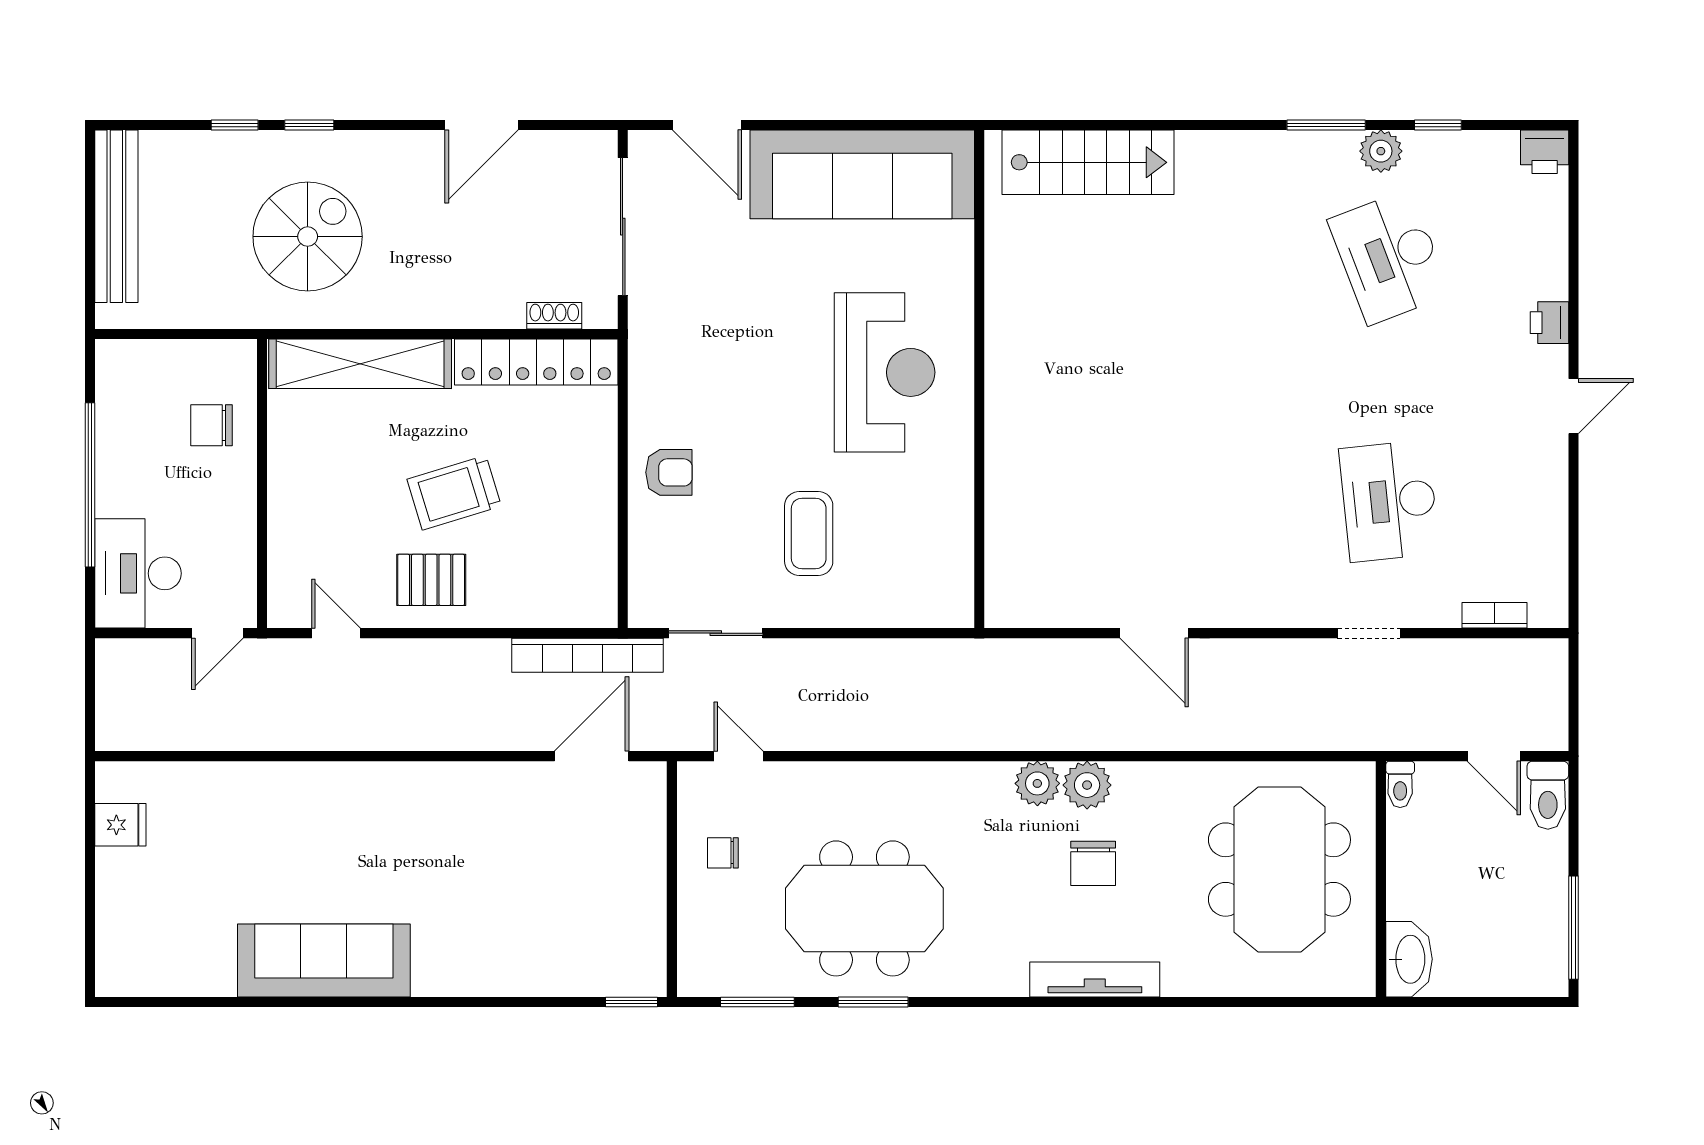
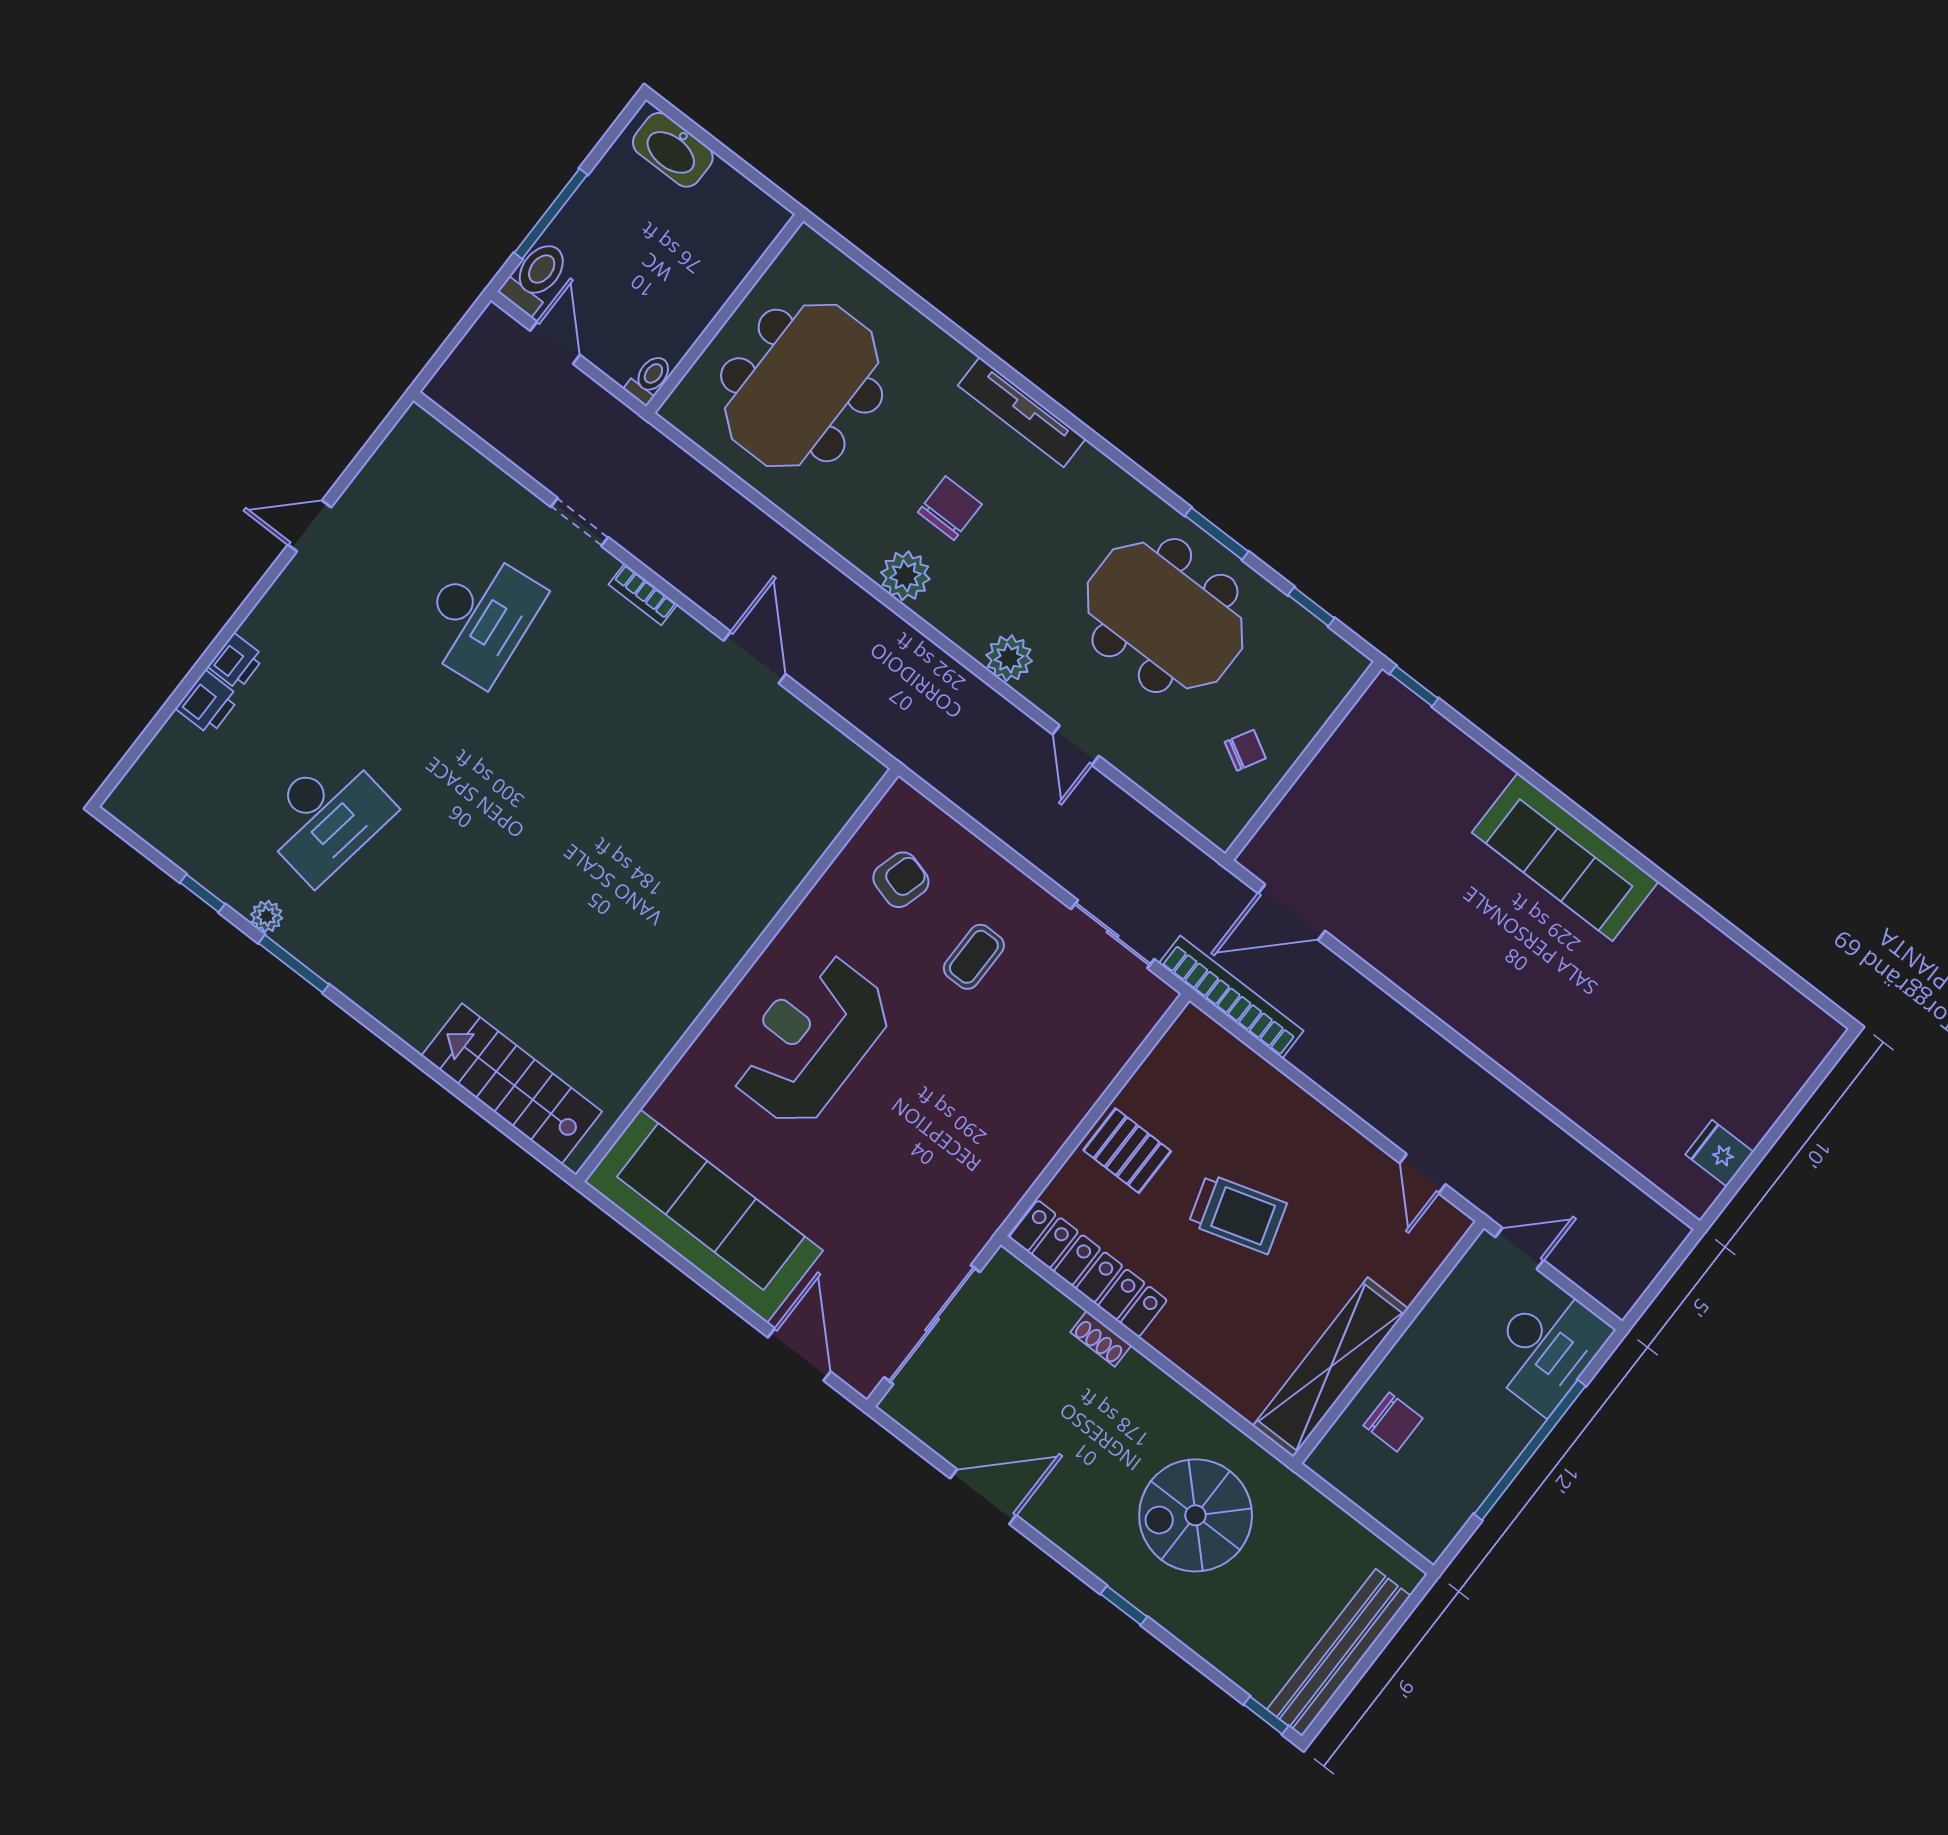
window: (235, 125) -> (1266, 1715), moved
plant: (1381, 151) -> (267, 916), width x0.73, depth x0.73
printer: (1545, 152) -> (208, 703), moved, turned 90
desk: (1389, 257) -> (326, 816), turned 30
shoe rack: (554, 316) -> (1101, 1339), moved
shelving: (360, 364) -> (1331, 1367), moved, turned 90
door: (1574, 406) -> (310, 526), moved
armchair: (669, 472) -> (901, 880), moved, turned 106
coffee table: (809, 533) -> (974, 957), width x0.73, depth x0.77
pallet: (431, 580) -> (1127, 1151), moved
bookcase: (1495, 615) -> (643, 594), moved
door: (738, 756) -> (1076, 745), moved
plant: (1037, 783) -> (1009, 658), moved
chair: (723, 853) -> (1245, 750), turned -61
window: (1574, 928) -> (551, 214), moved
washbasin: (1409, 959) -> (673, 150), moved, turned -90
sofa: (324, 960) -> (1565, 857), moved
window: (757, 1002) -> (1311, 607), width x0.67

